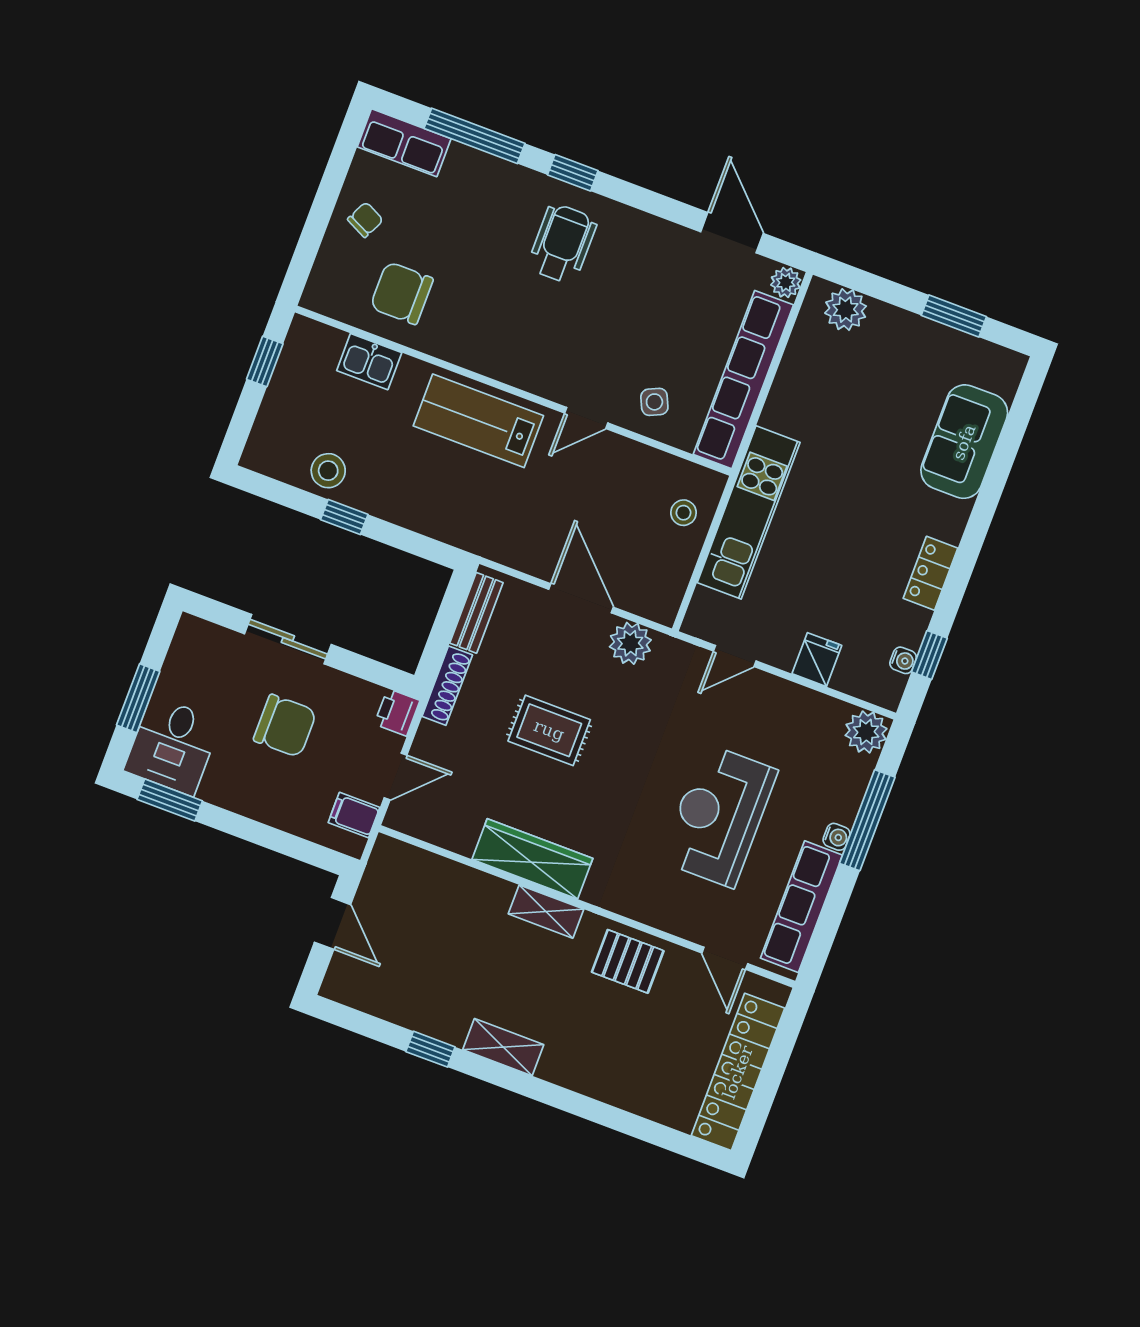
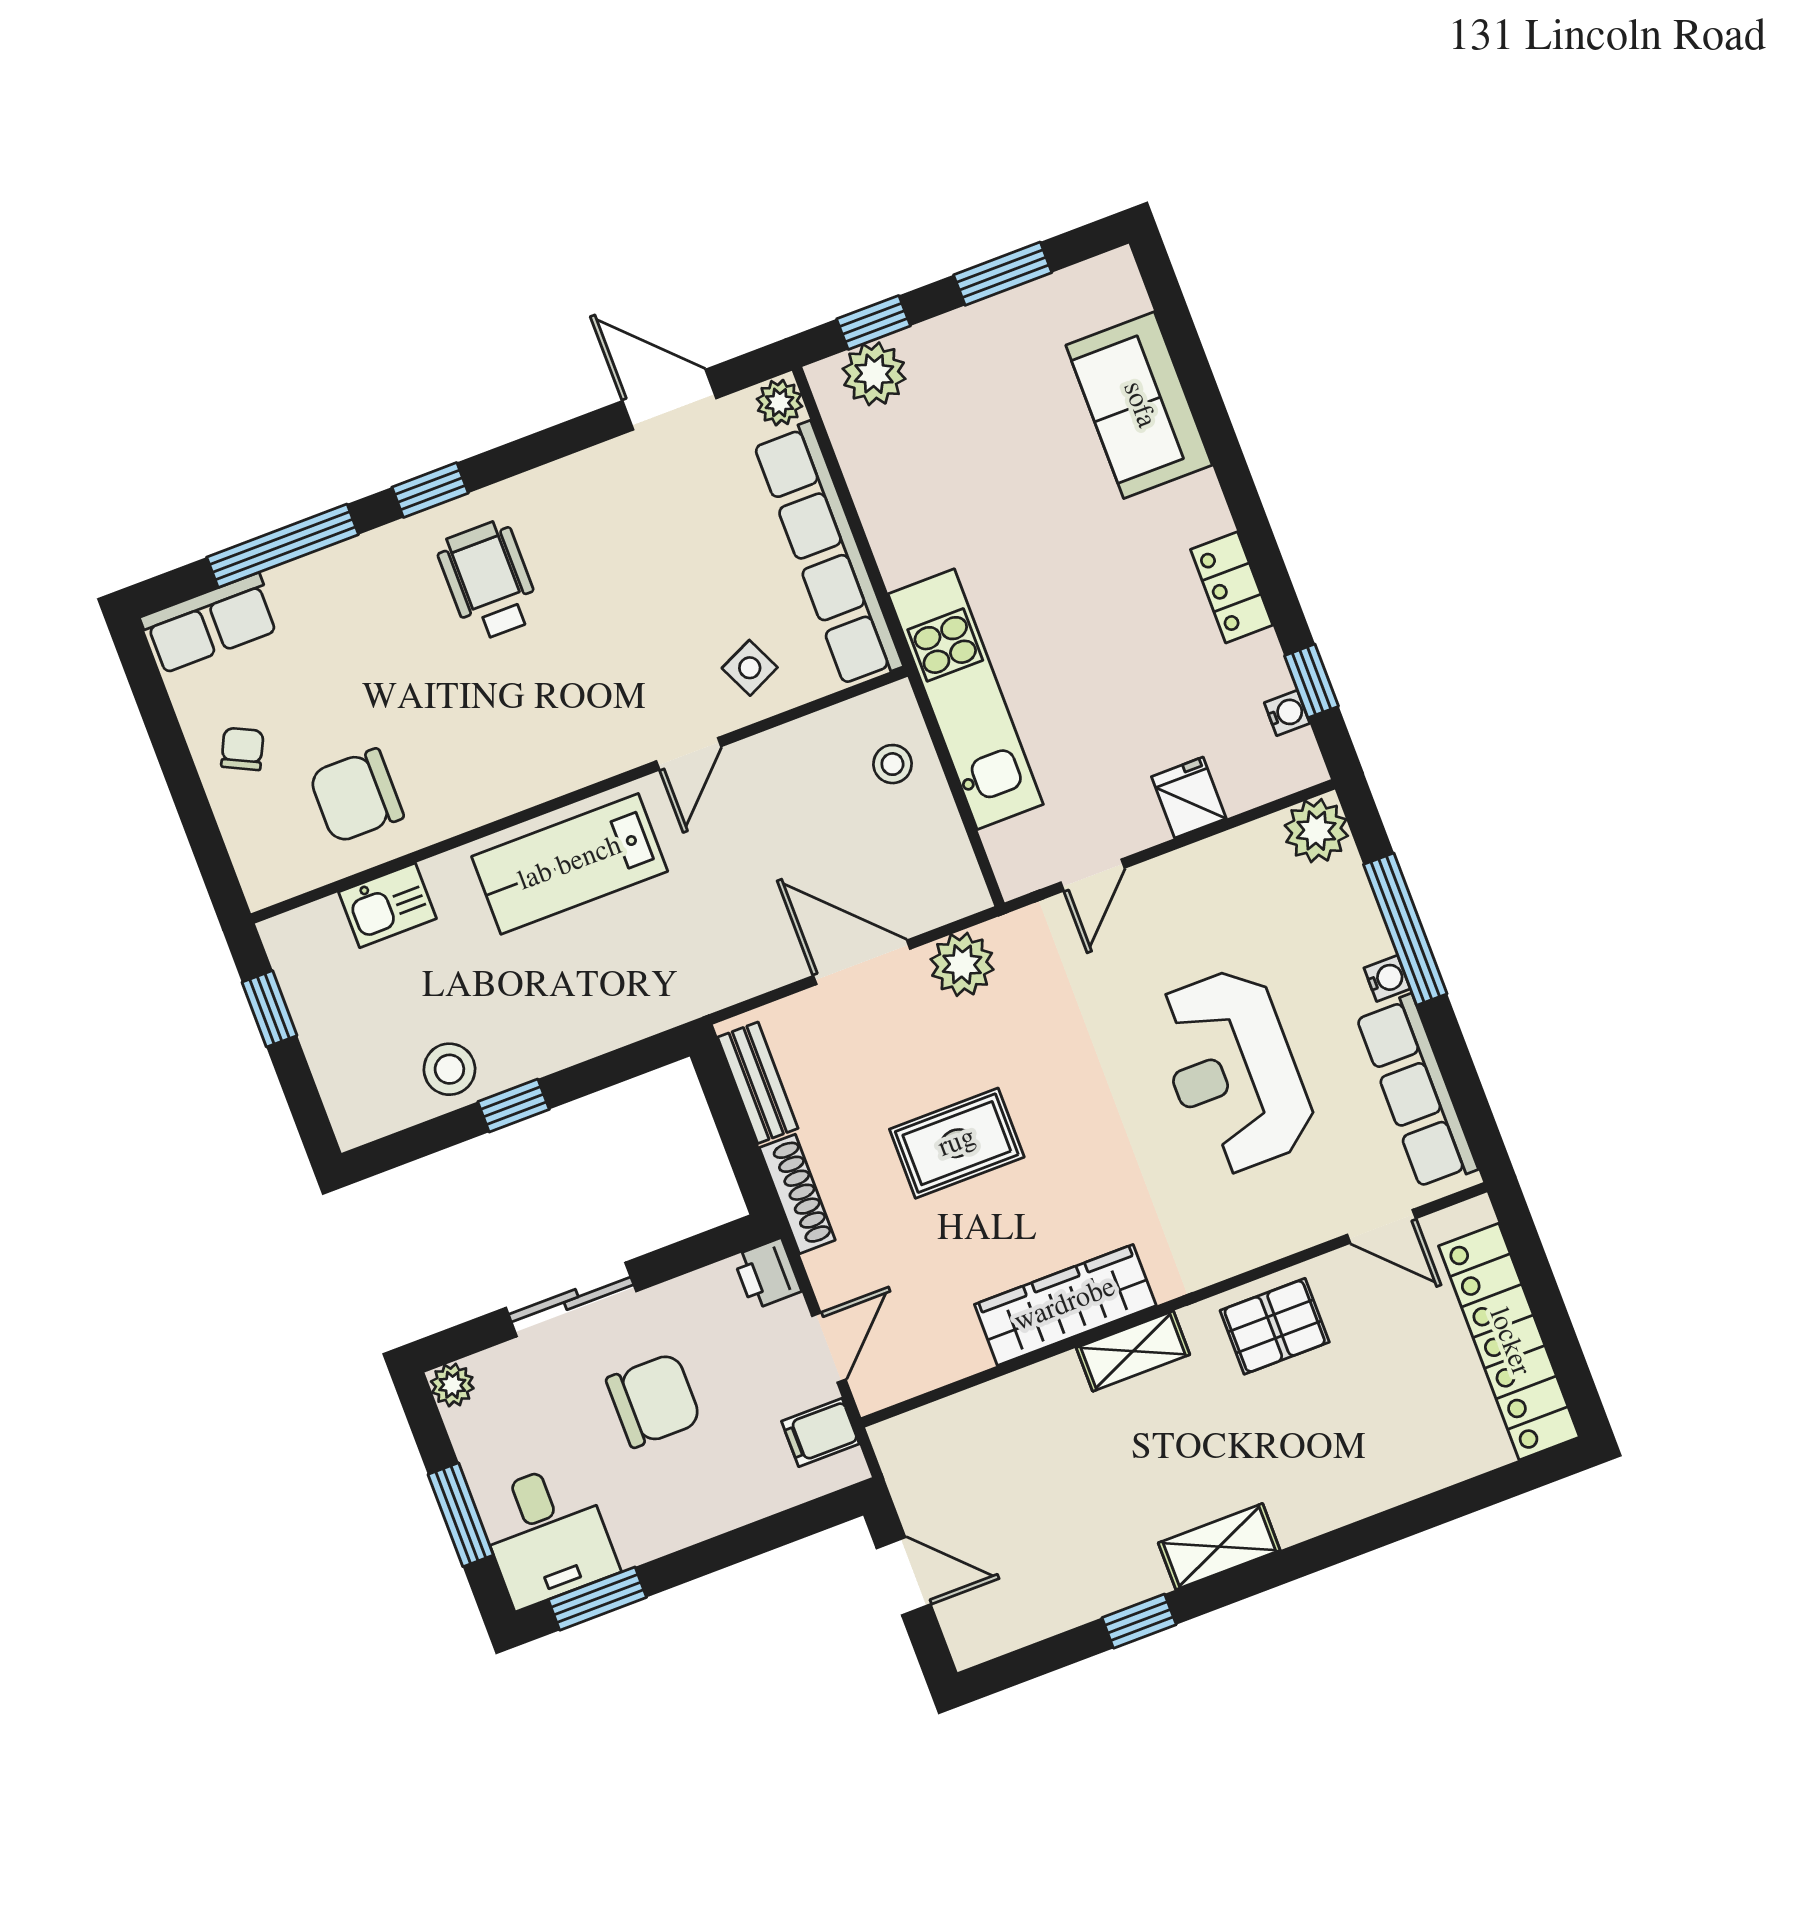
window: (868, 284) -> (873, 322), added
plant: (191, 630) -> (452, 1385), added

